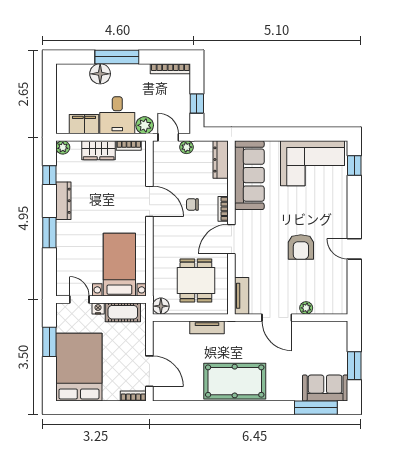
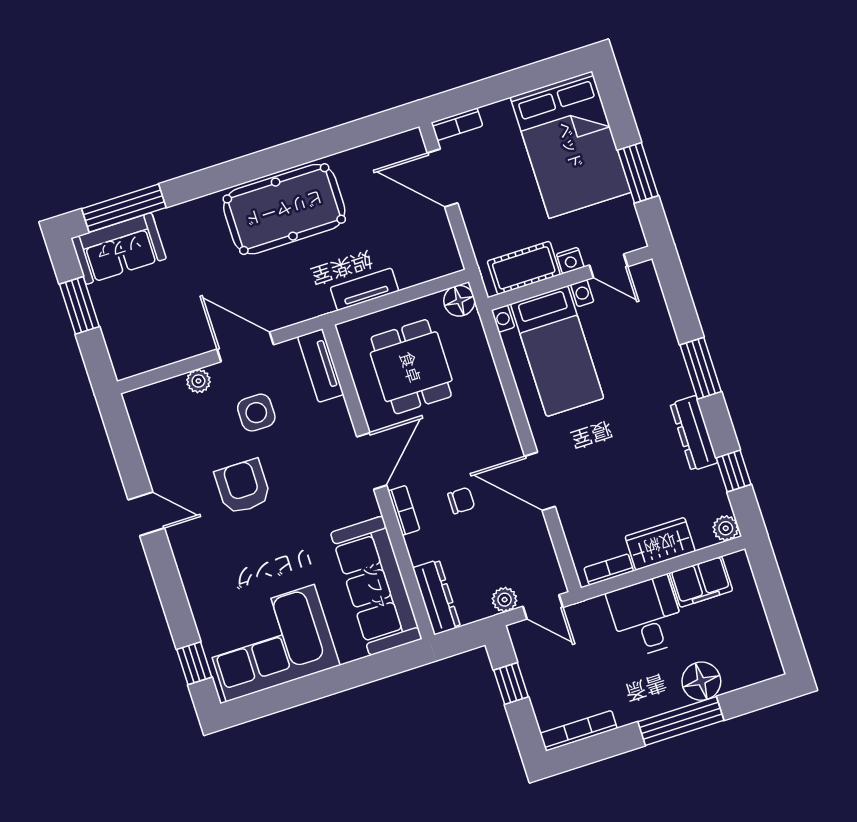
plant: (145, 125) -> (592, 615), removed
side table: (282, 282) -> (256, 413), added

